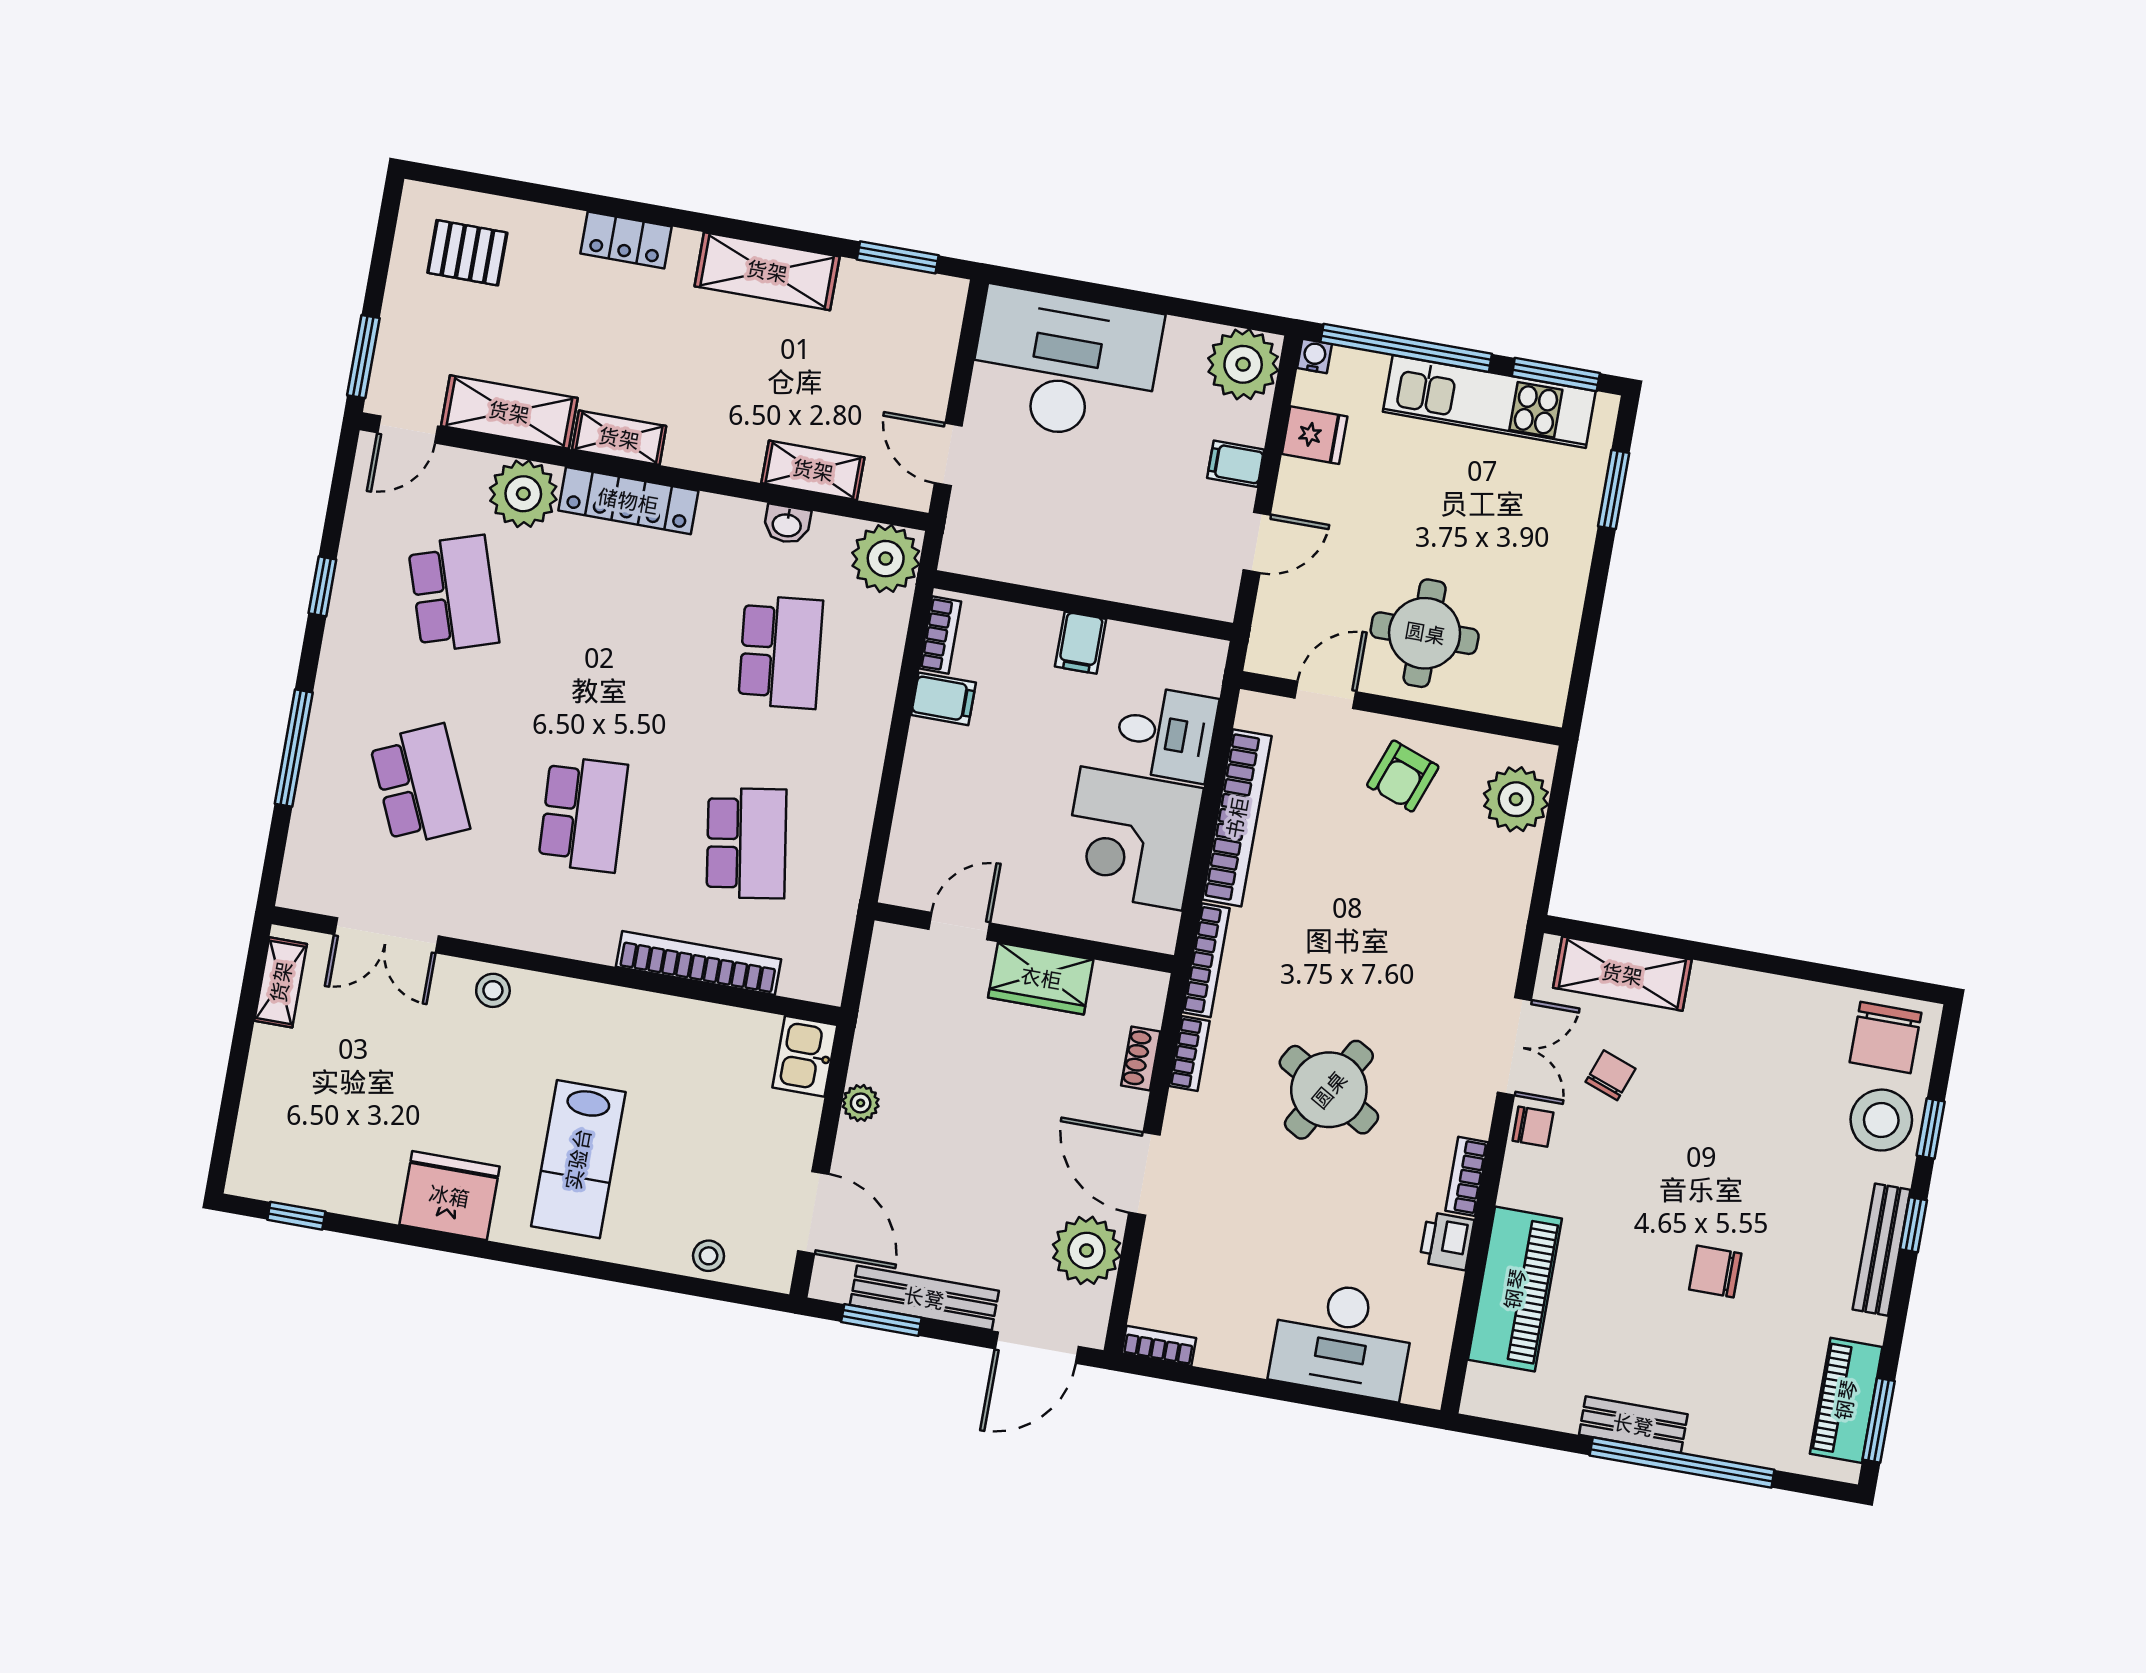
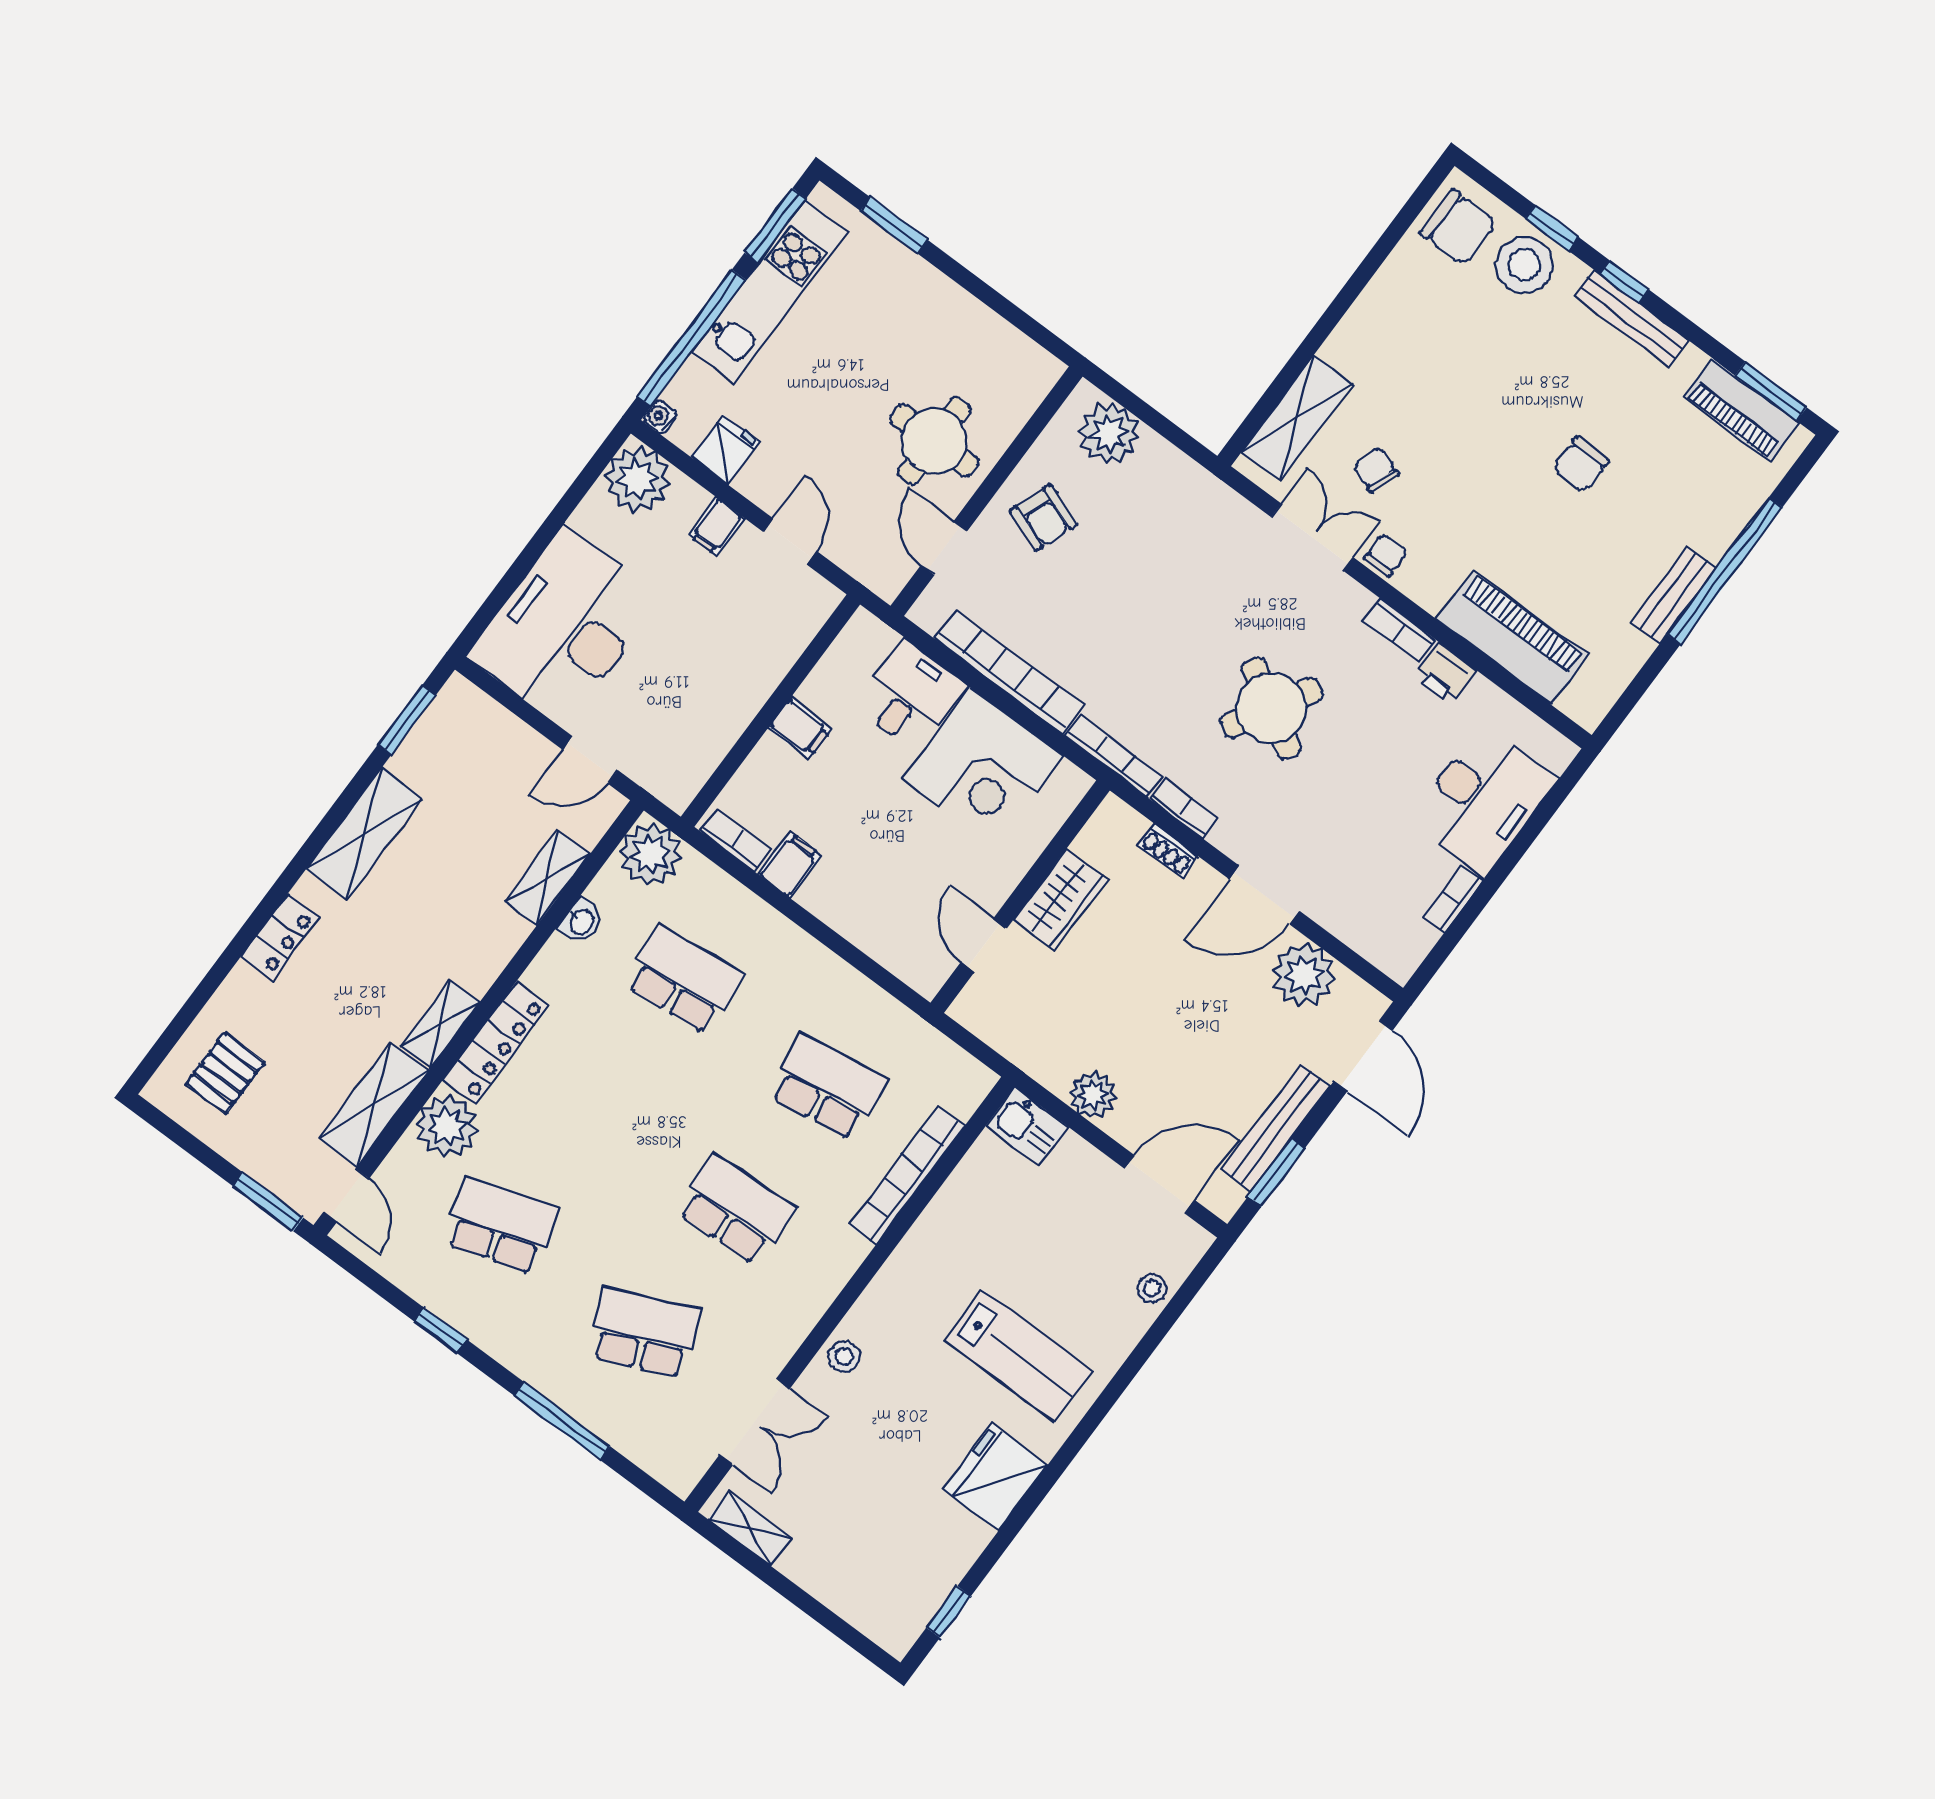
plant: (861, 1103) -> (1093, 1095), width x1.38, depth x1.38
bookcase: (1159, 1346) -> (1453, 899), moved

